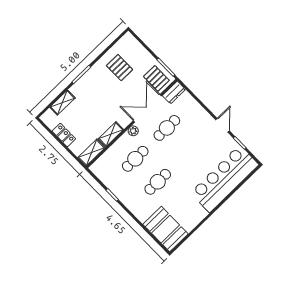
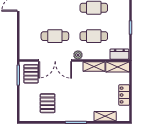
dresser: (174, 92) -> (119, 54), moved

